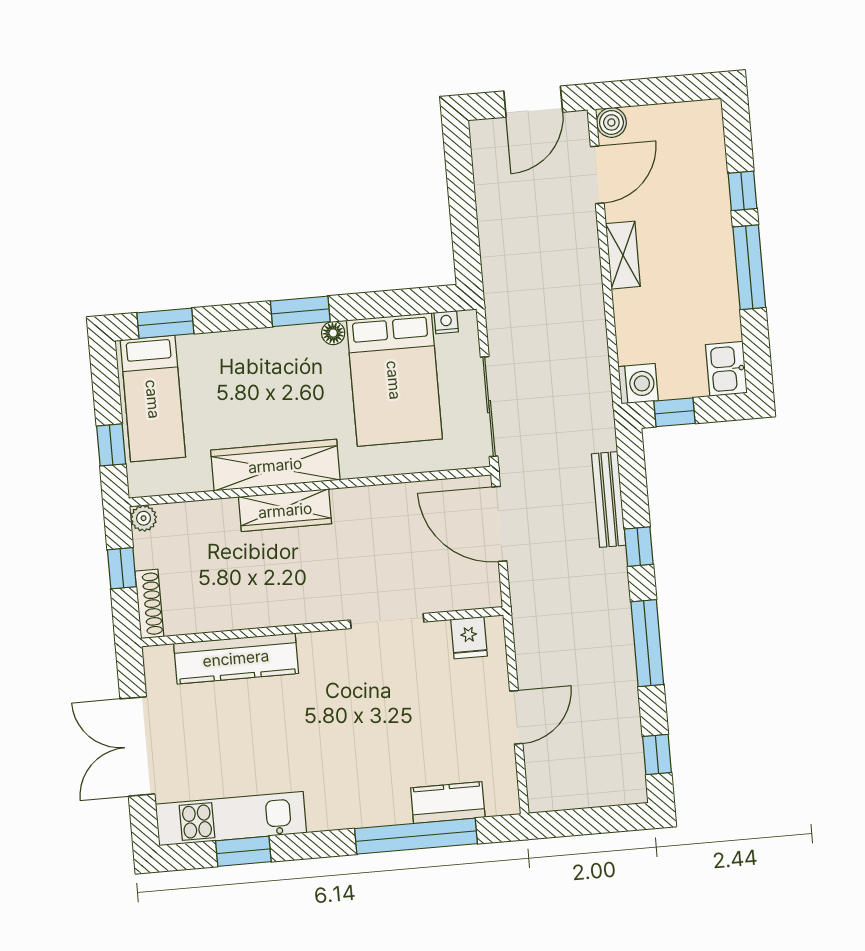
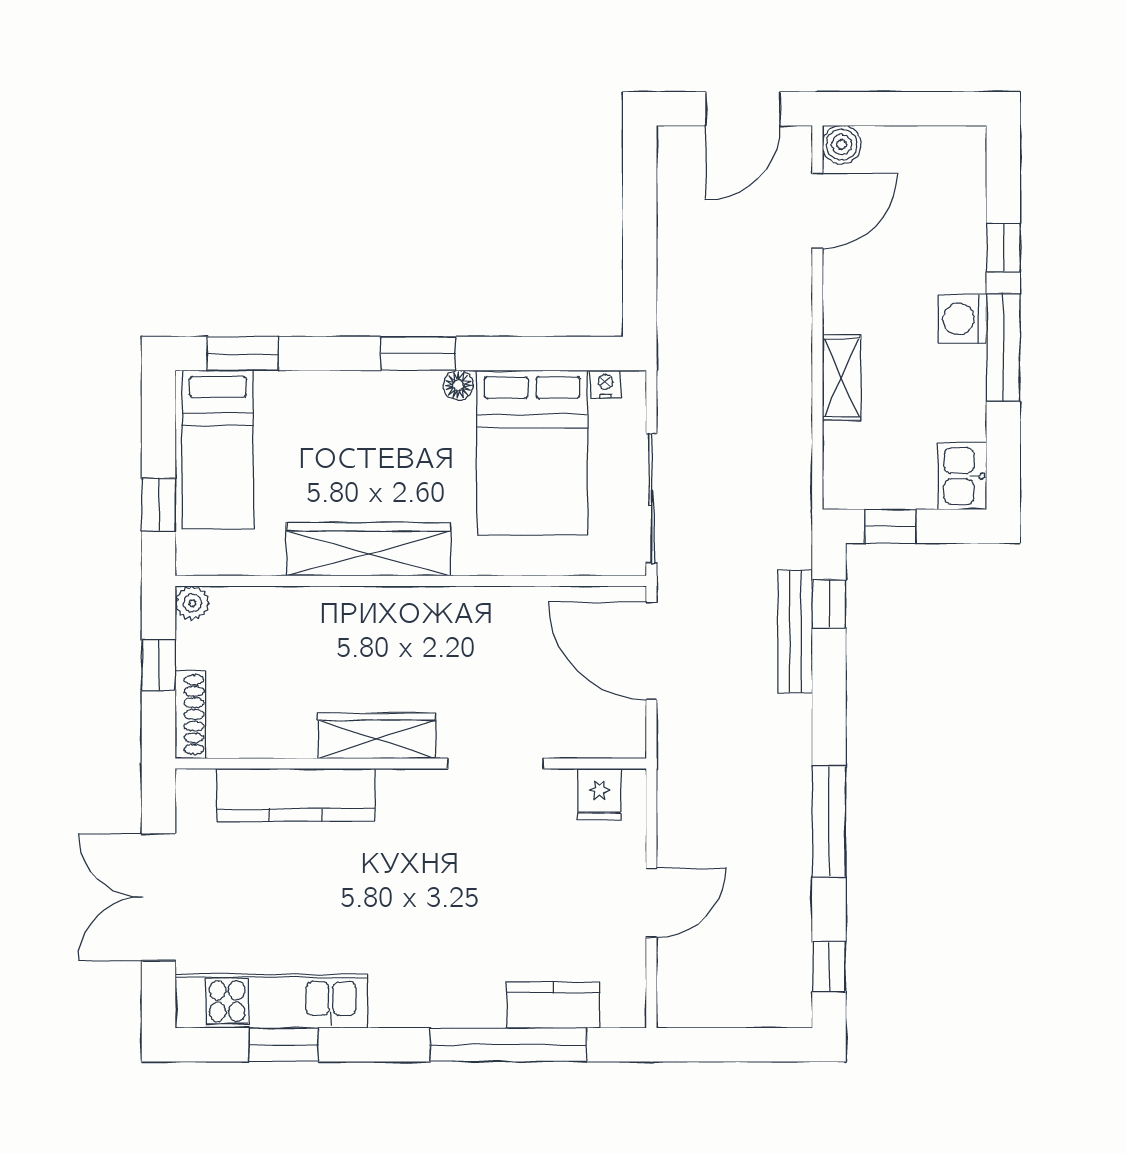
shelving: (623, 255) -> (842, 378), moved
washing machine: (638, 384) -> (962, 319), moved, turned 180
wardrobe: (285, 510) -> (377, 736), moved, turned 180
window: (639, 547) -> (829, 604), moved

